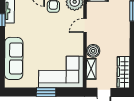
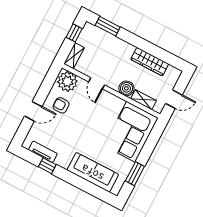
wardrobe: (123, 72) -> (150, 62), moved
window: (46, 92) -> (135, 174), moved

